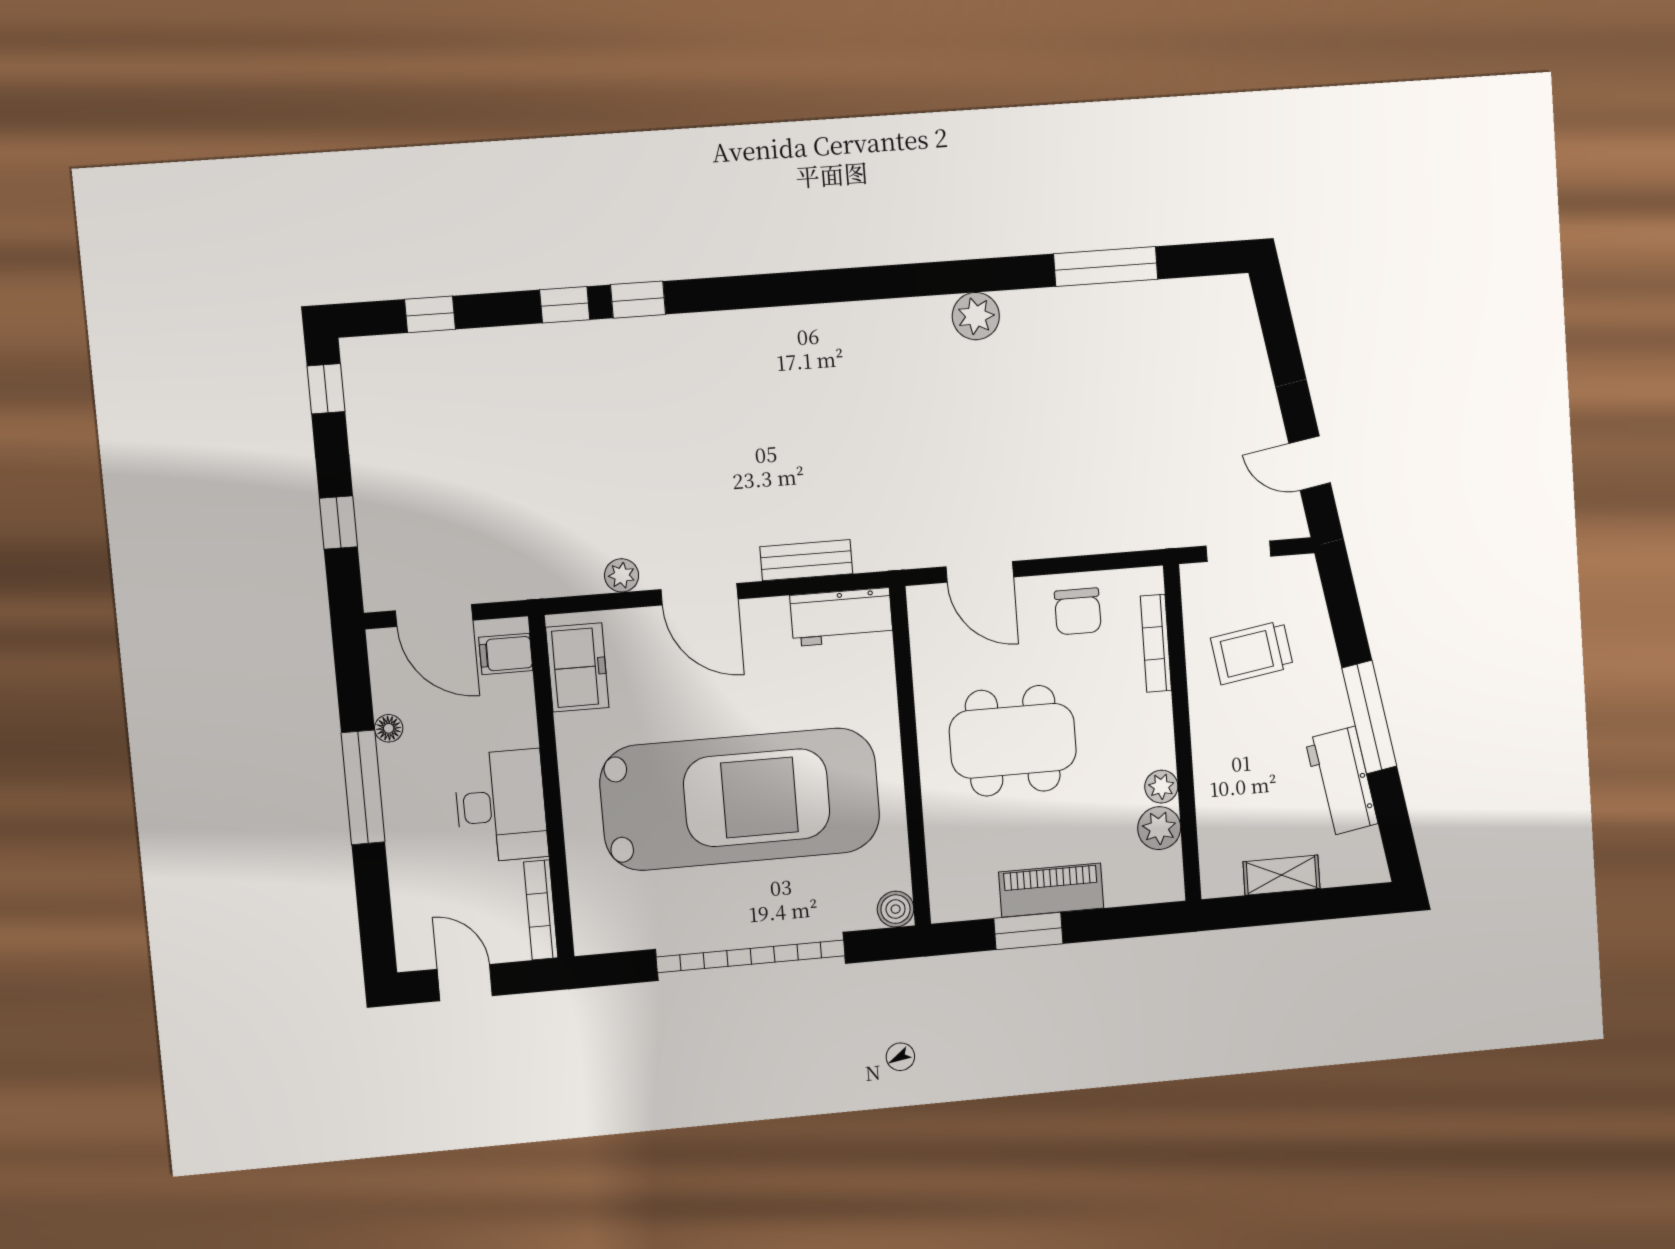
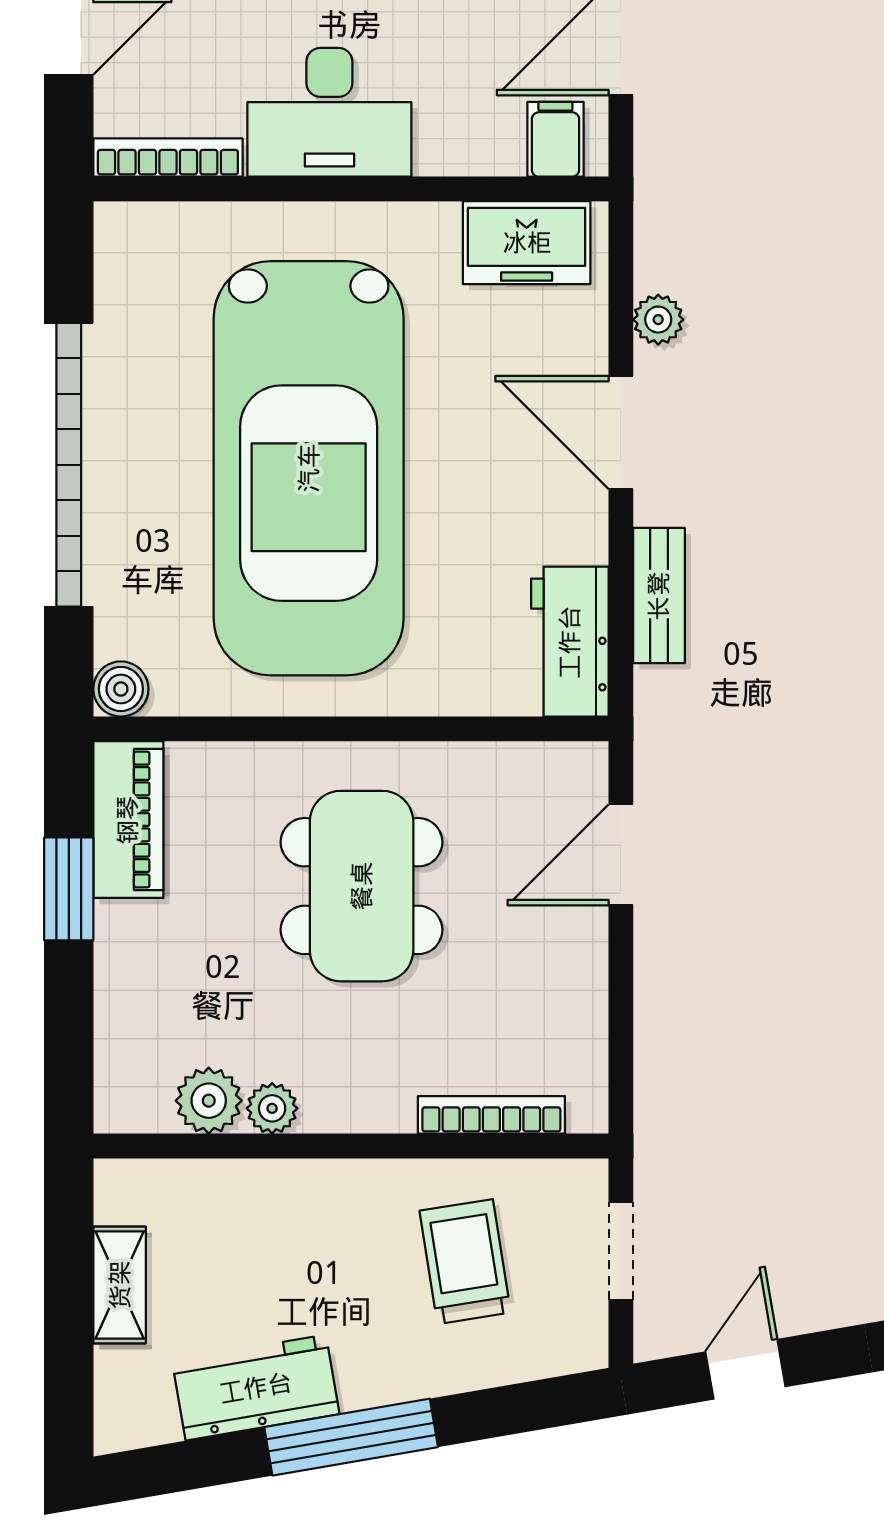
door: (700, 594) -> (621, 433), hinge flipped
chair: (1078, 611) -> (549, 999), removed
piano: (1051, 890) -> (128, 820), moved

